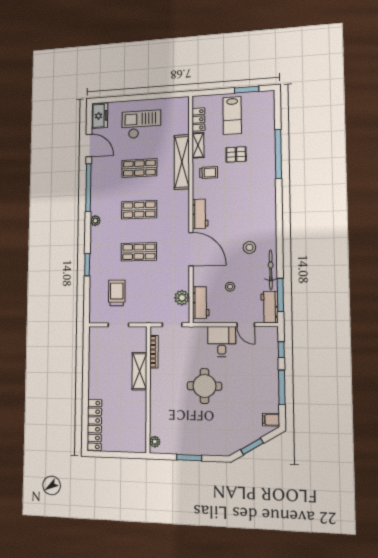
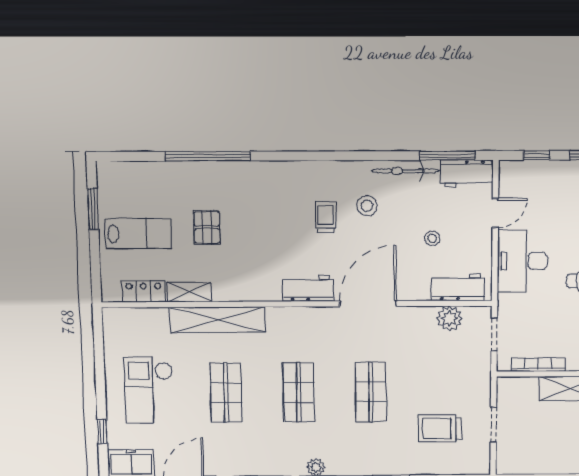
window: (118, 99) -> (102, 432), added
trolley: (209, 173) -> (326, 217), moved
desk: (222, 341) -> (522, 261), width x1.37

